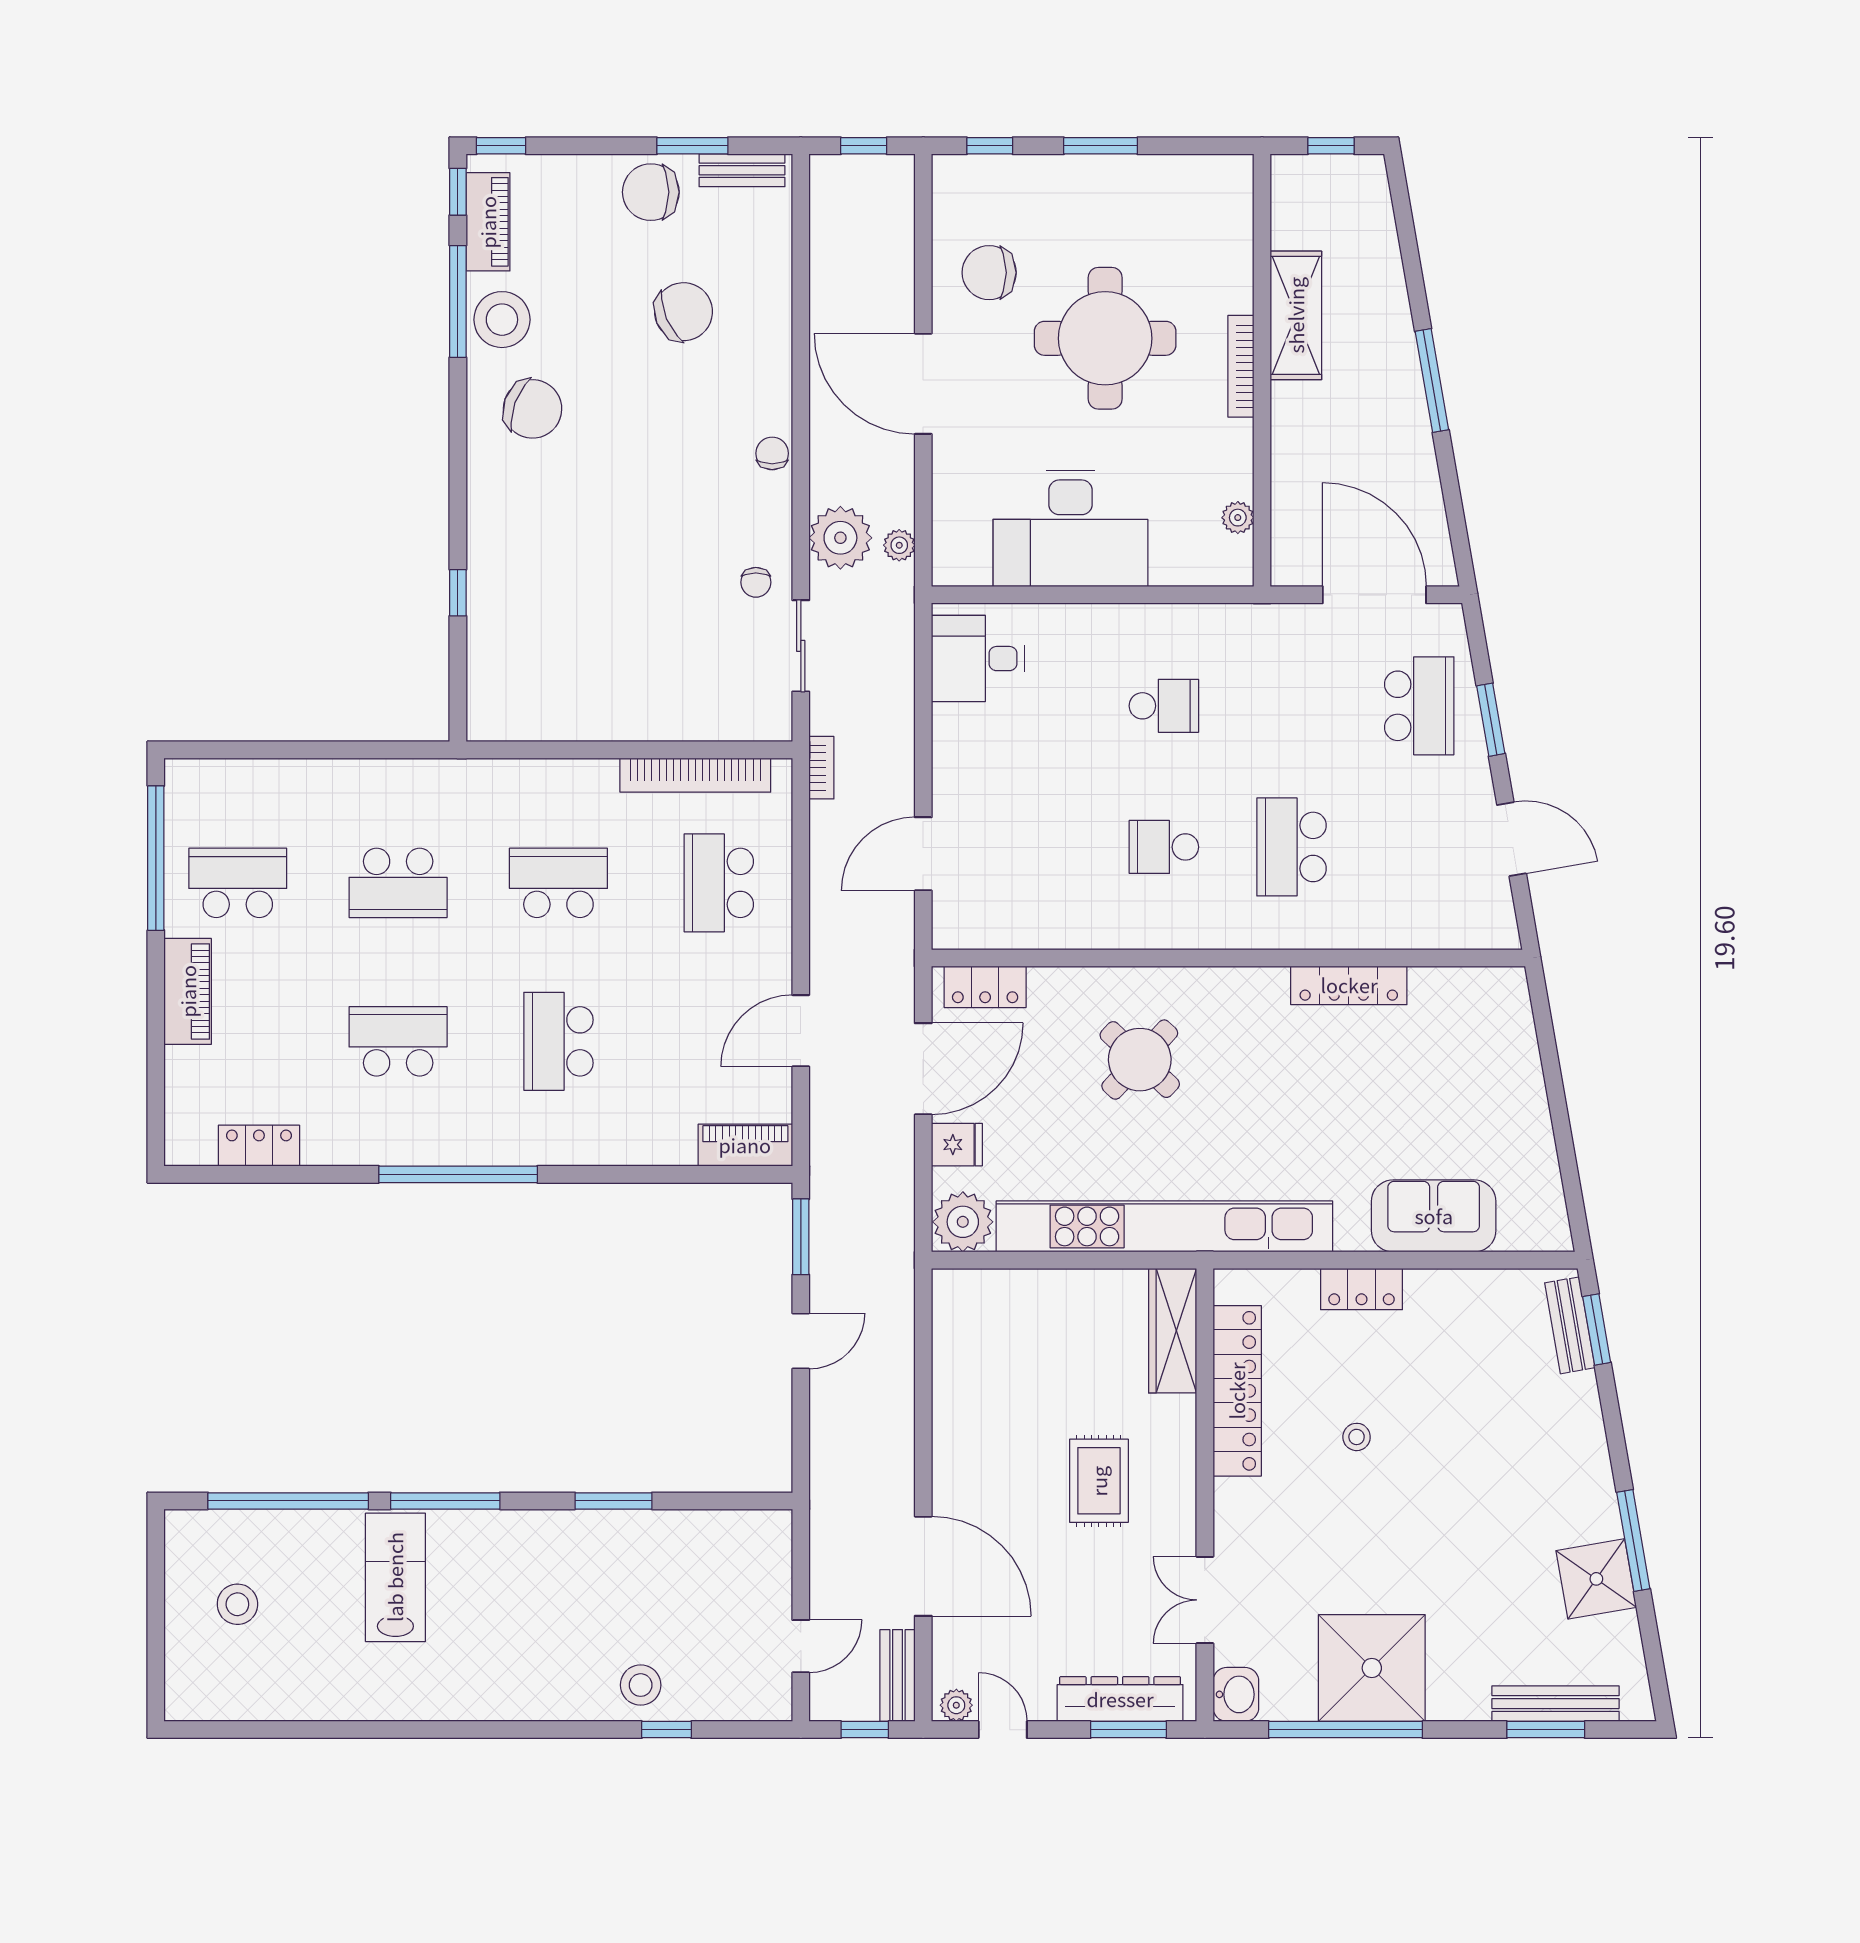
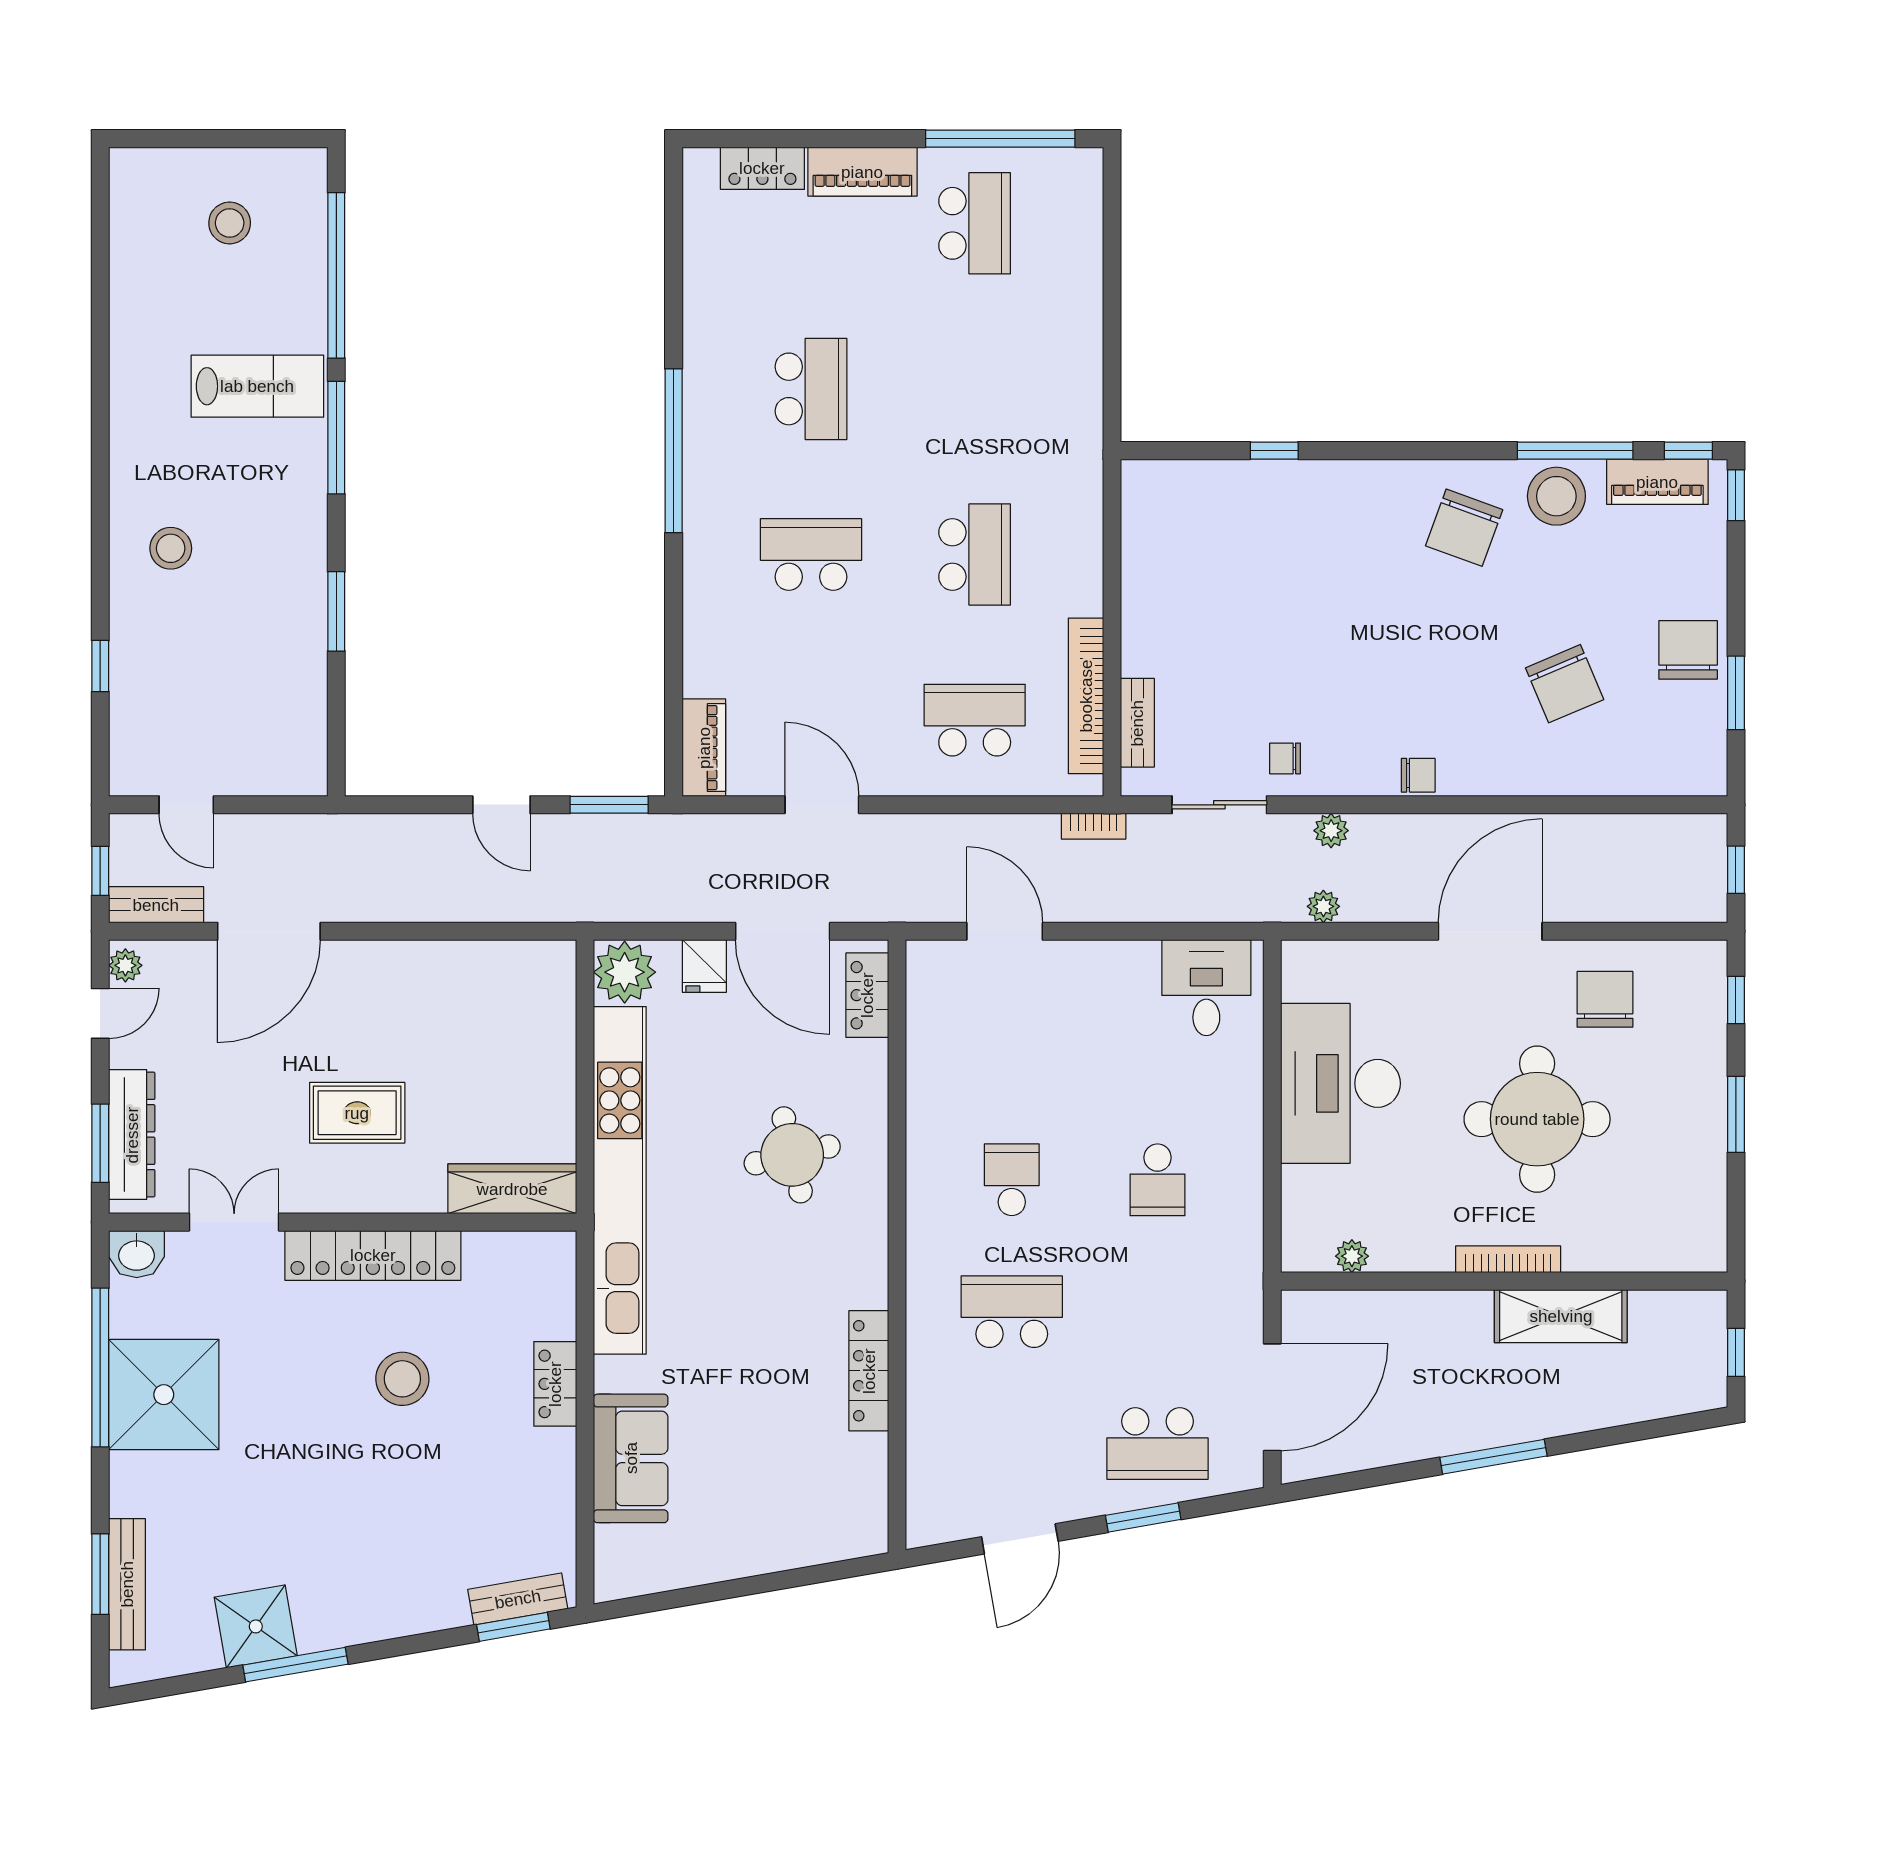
bench: (742, 170) -> (1137, 723), moved
plant: (840, 538) -> (1331, 831), width x0.53, depth x0.53
school desk: (398, 883) -> (975, 389), removed
round table: (1140, 1060) -> (792, 1155), turned 34
locker: (259, 1146) -> (762, 168), moved, turned 90
locker: (1237, 1391) -> (373, 1255), moved
stool: (1357, 1437) -> (402, 1379), width x1.89, depth x1.89
stool: (641, 1685) -> (171, 548), moved

